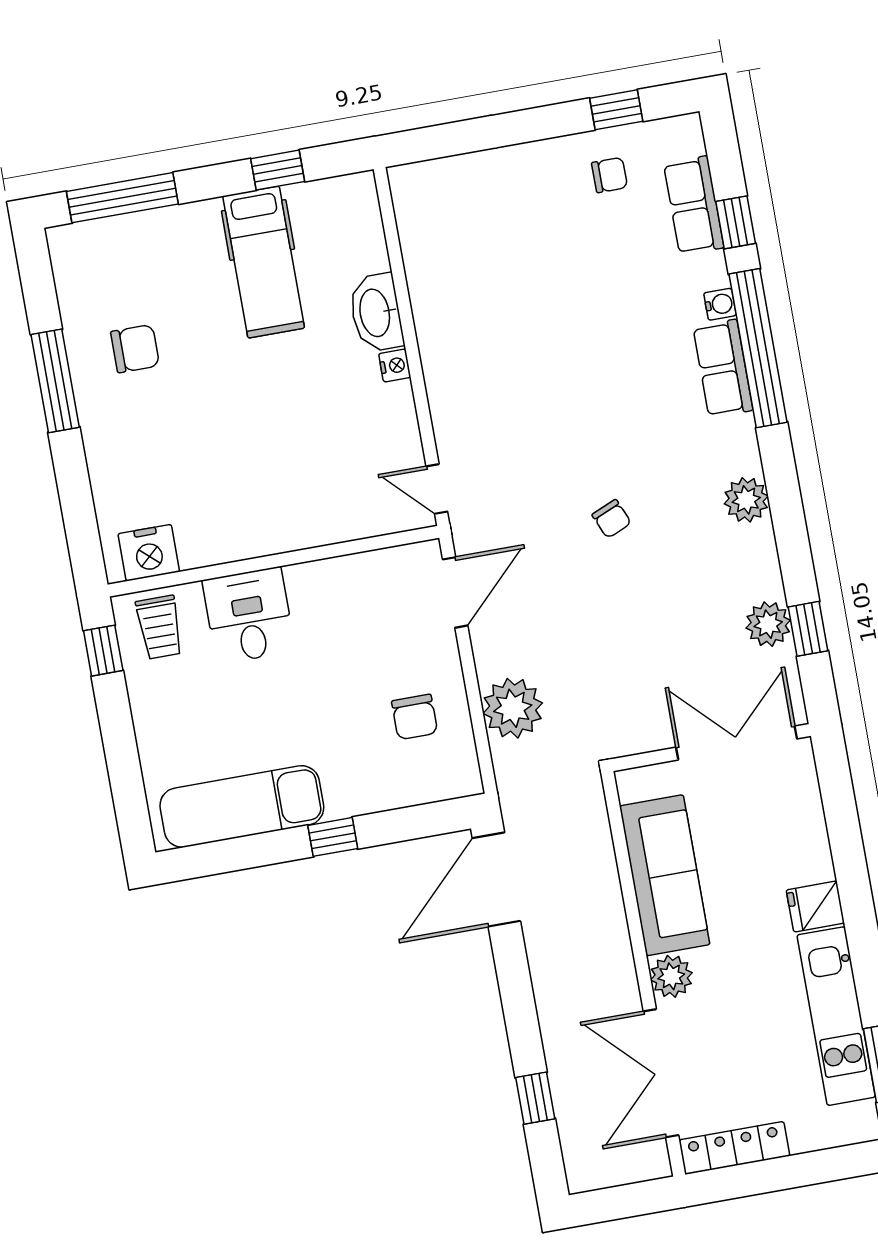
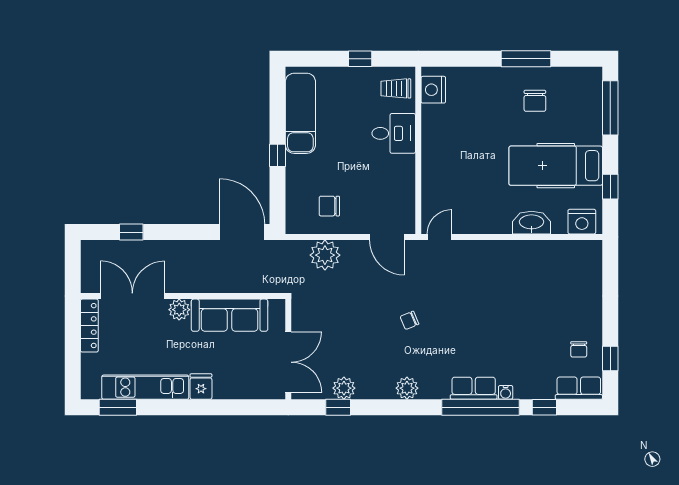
row of seats: (694, 206) -> (579, 388), moved
hospital bed: (264, 262) -> (556, 166), width x1.37, depth x1.29
nightstand: (395, 366) -> (582, 222), moved, width x1.89, depth x1.79
window: (103, 651) -> (360, 59), moved

